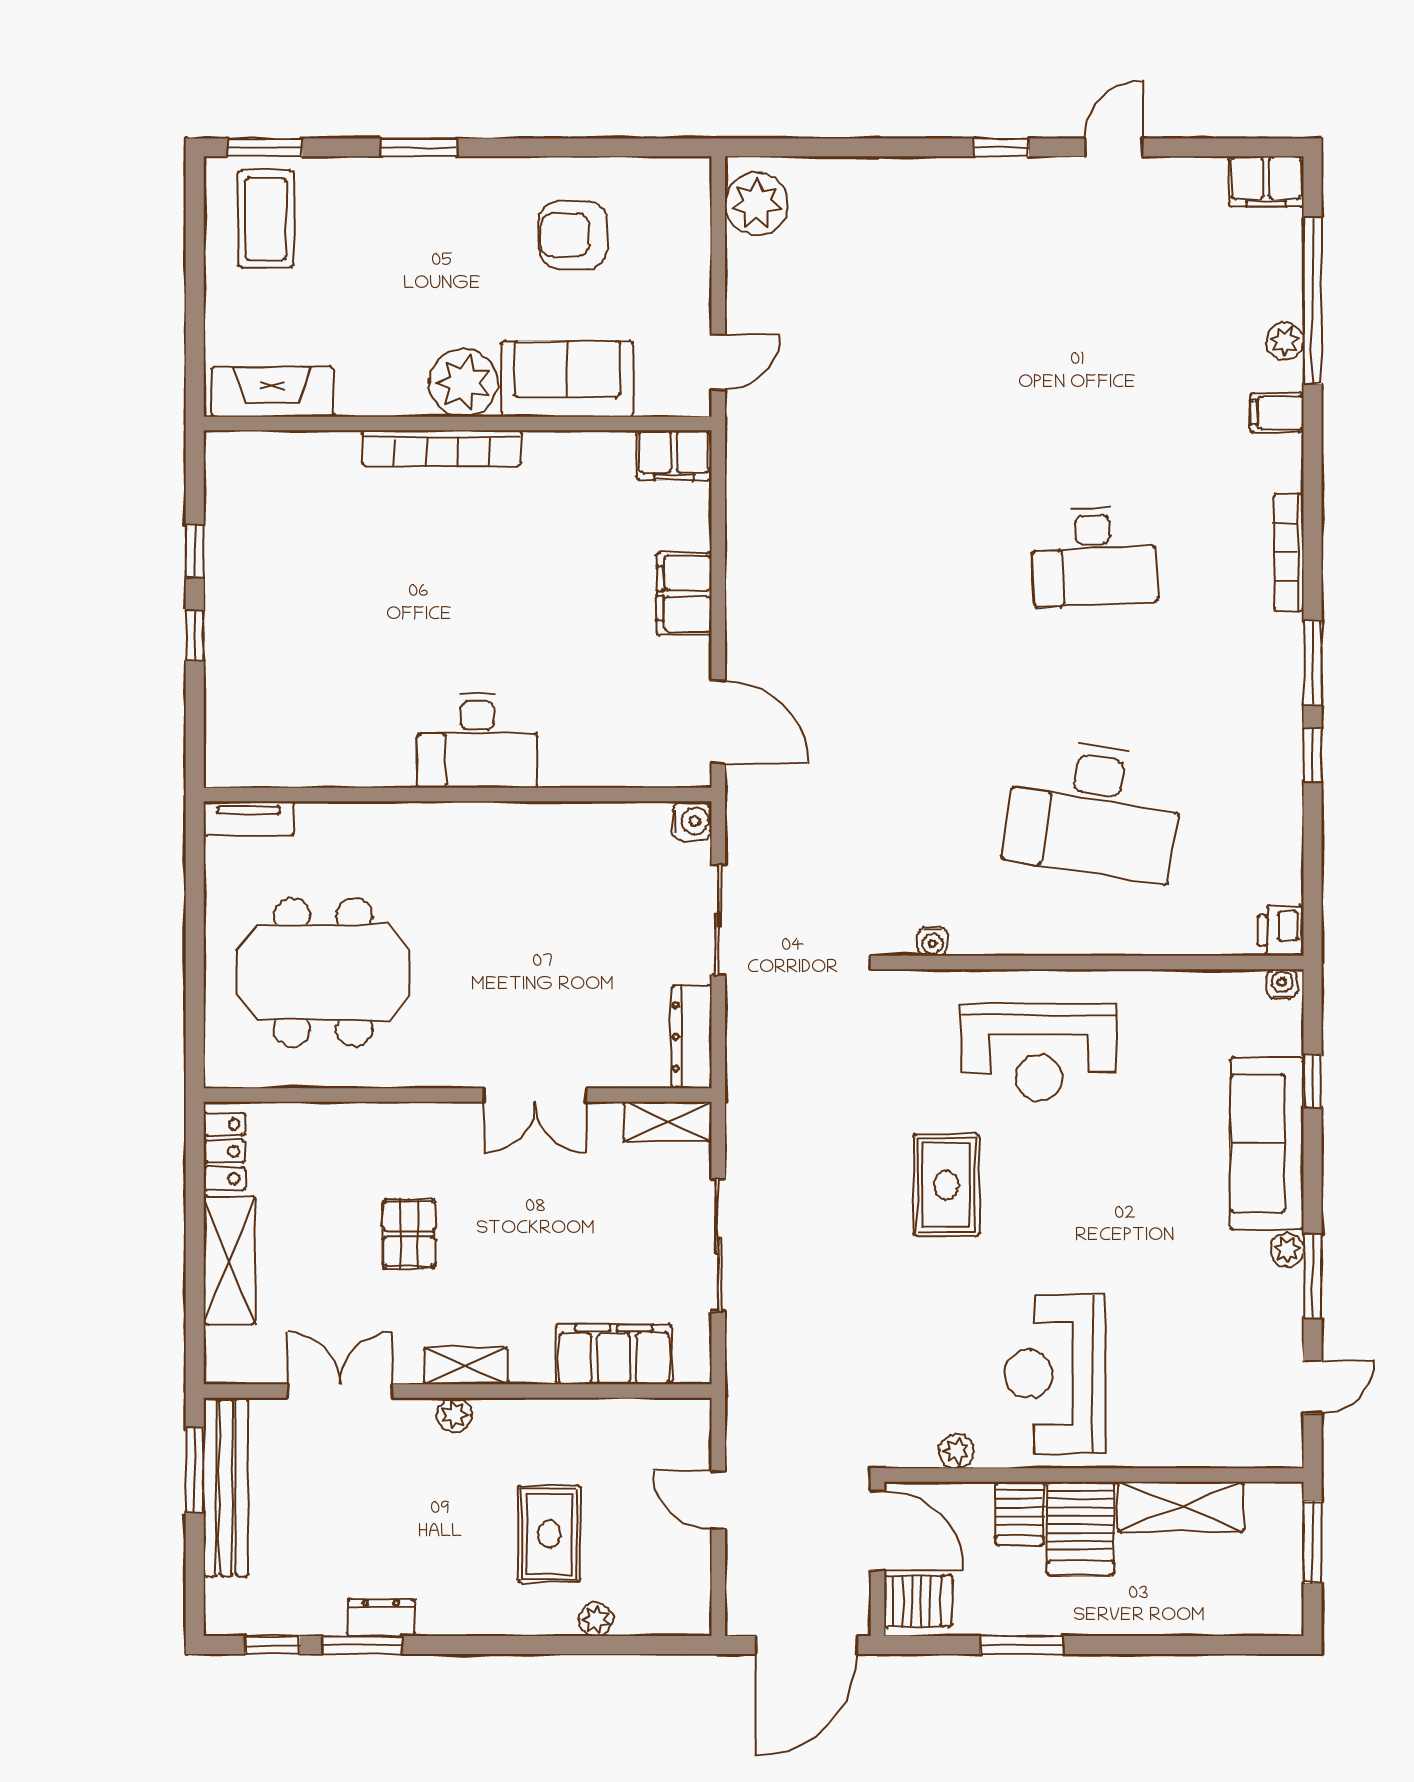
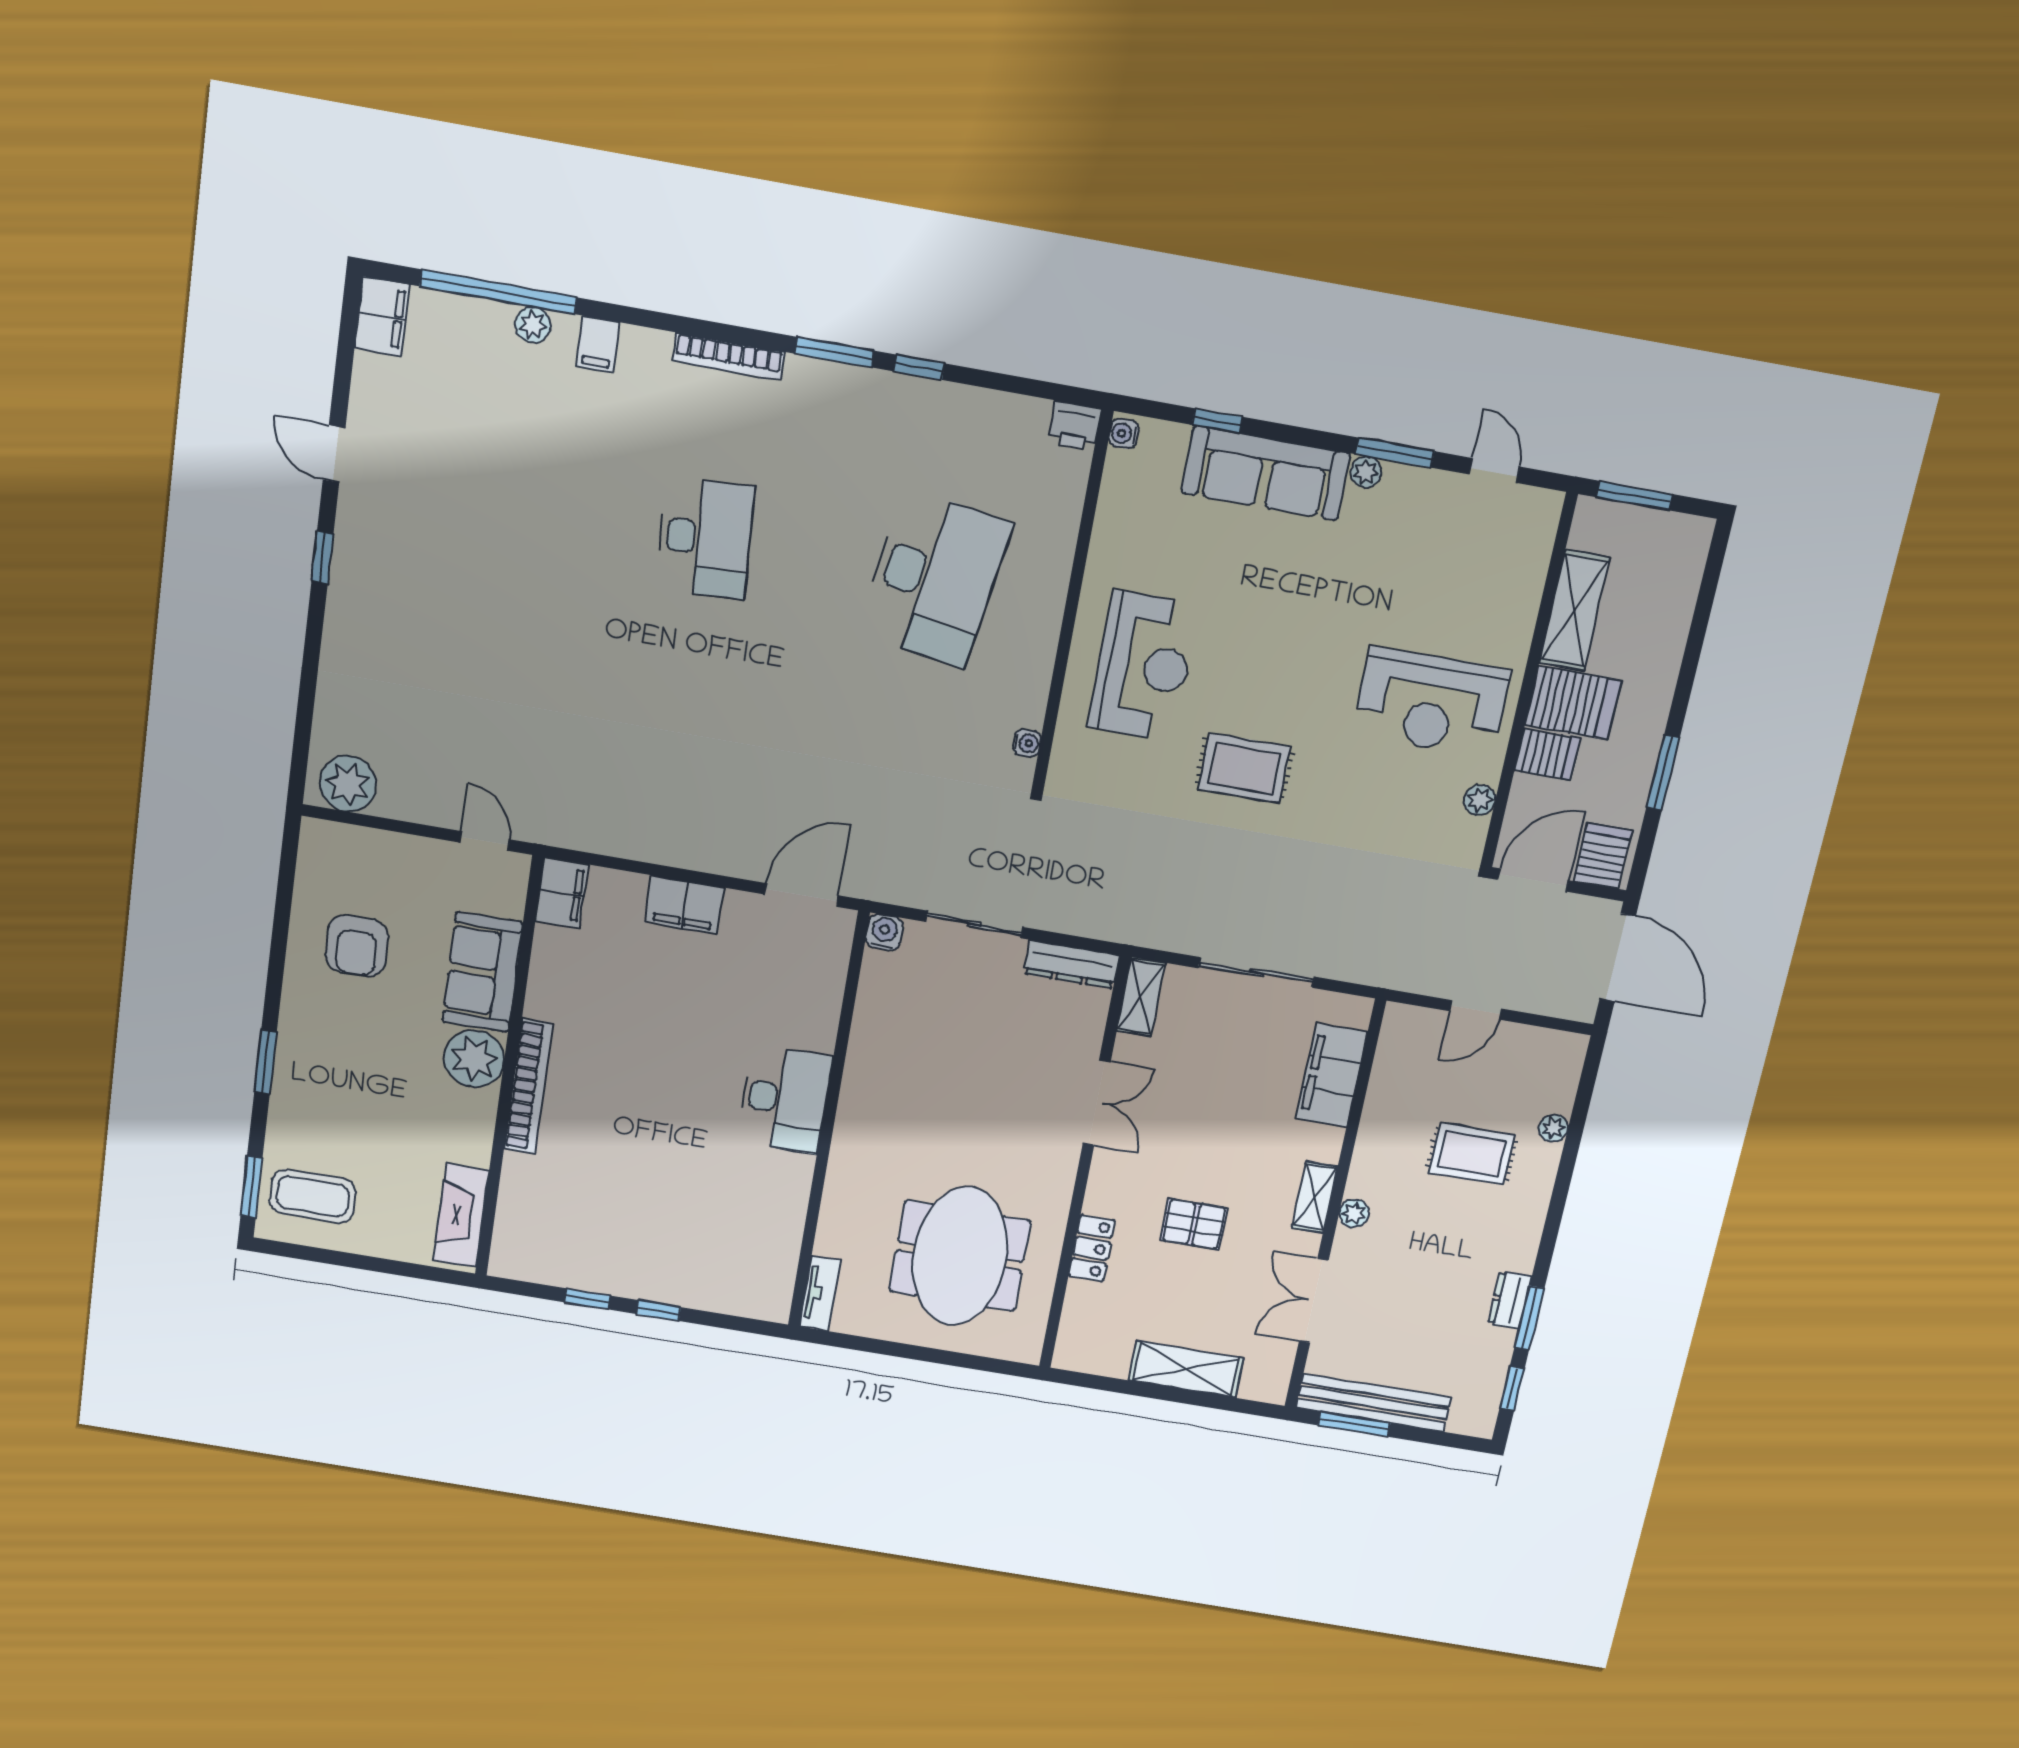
locker: (224, 1151) -> (1092, 1248), moved, turned 90

